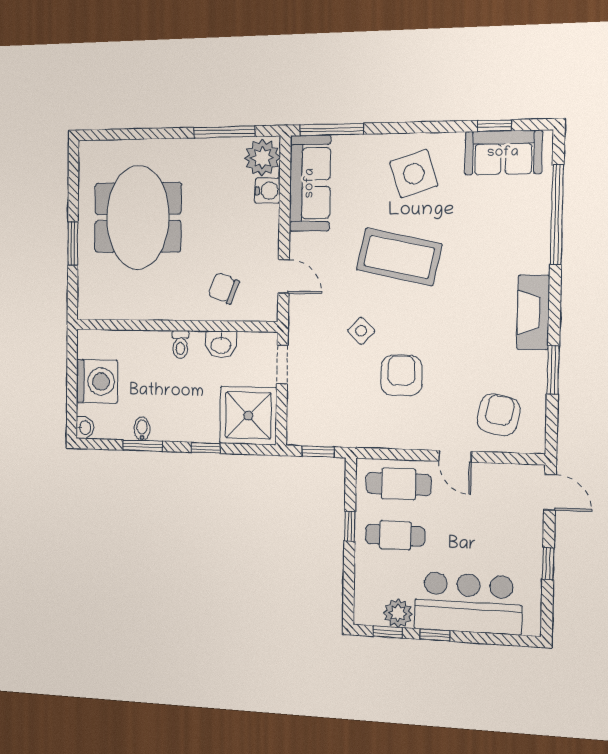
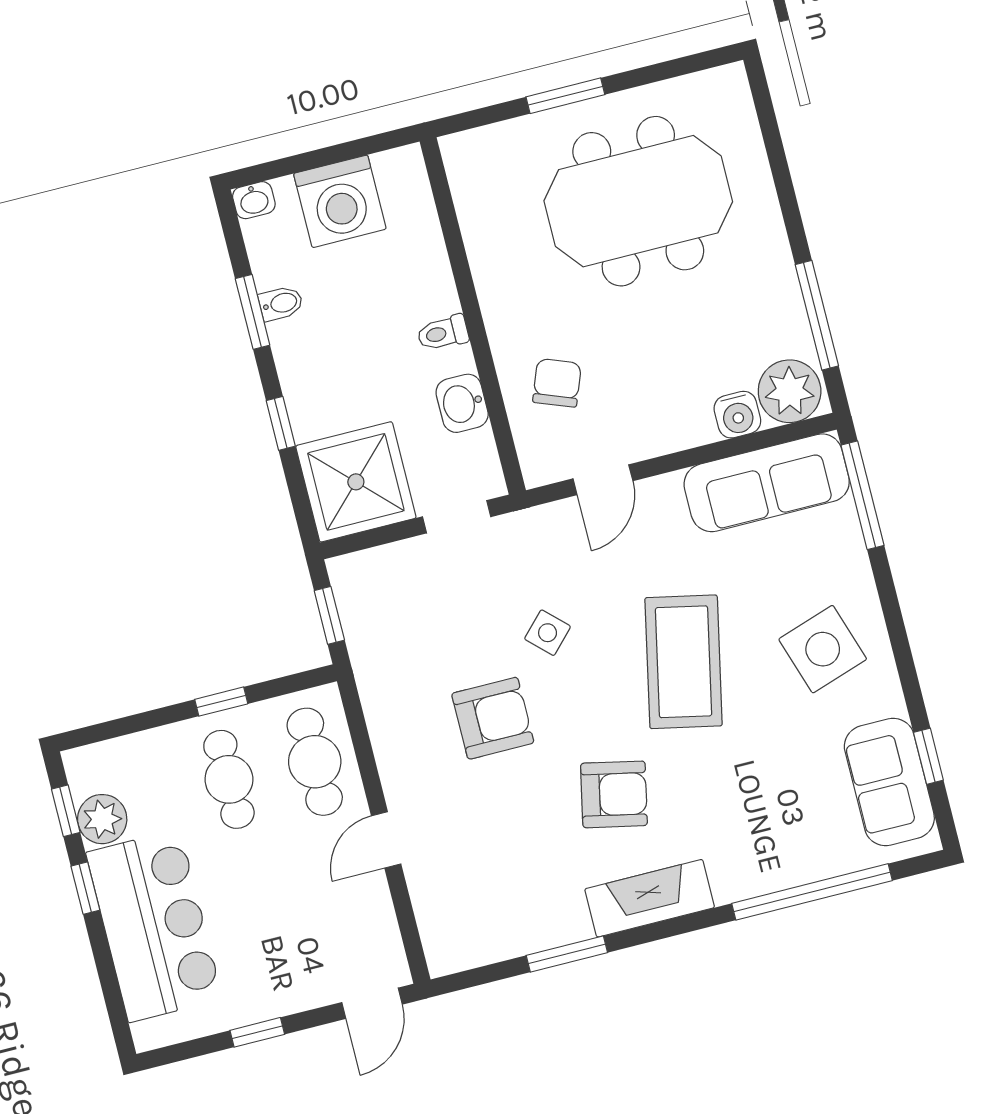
armchair: (498, 415) -> (614, 794), moved

